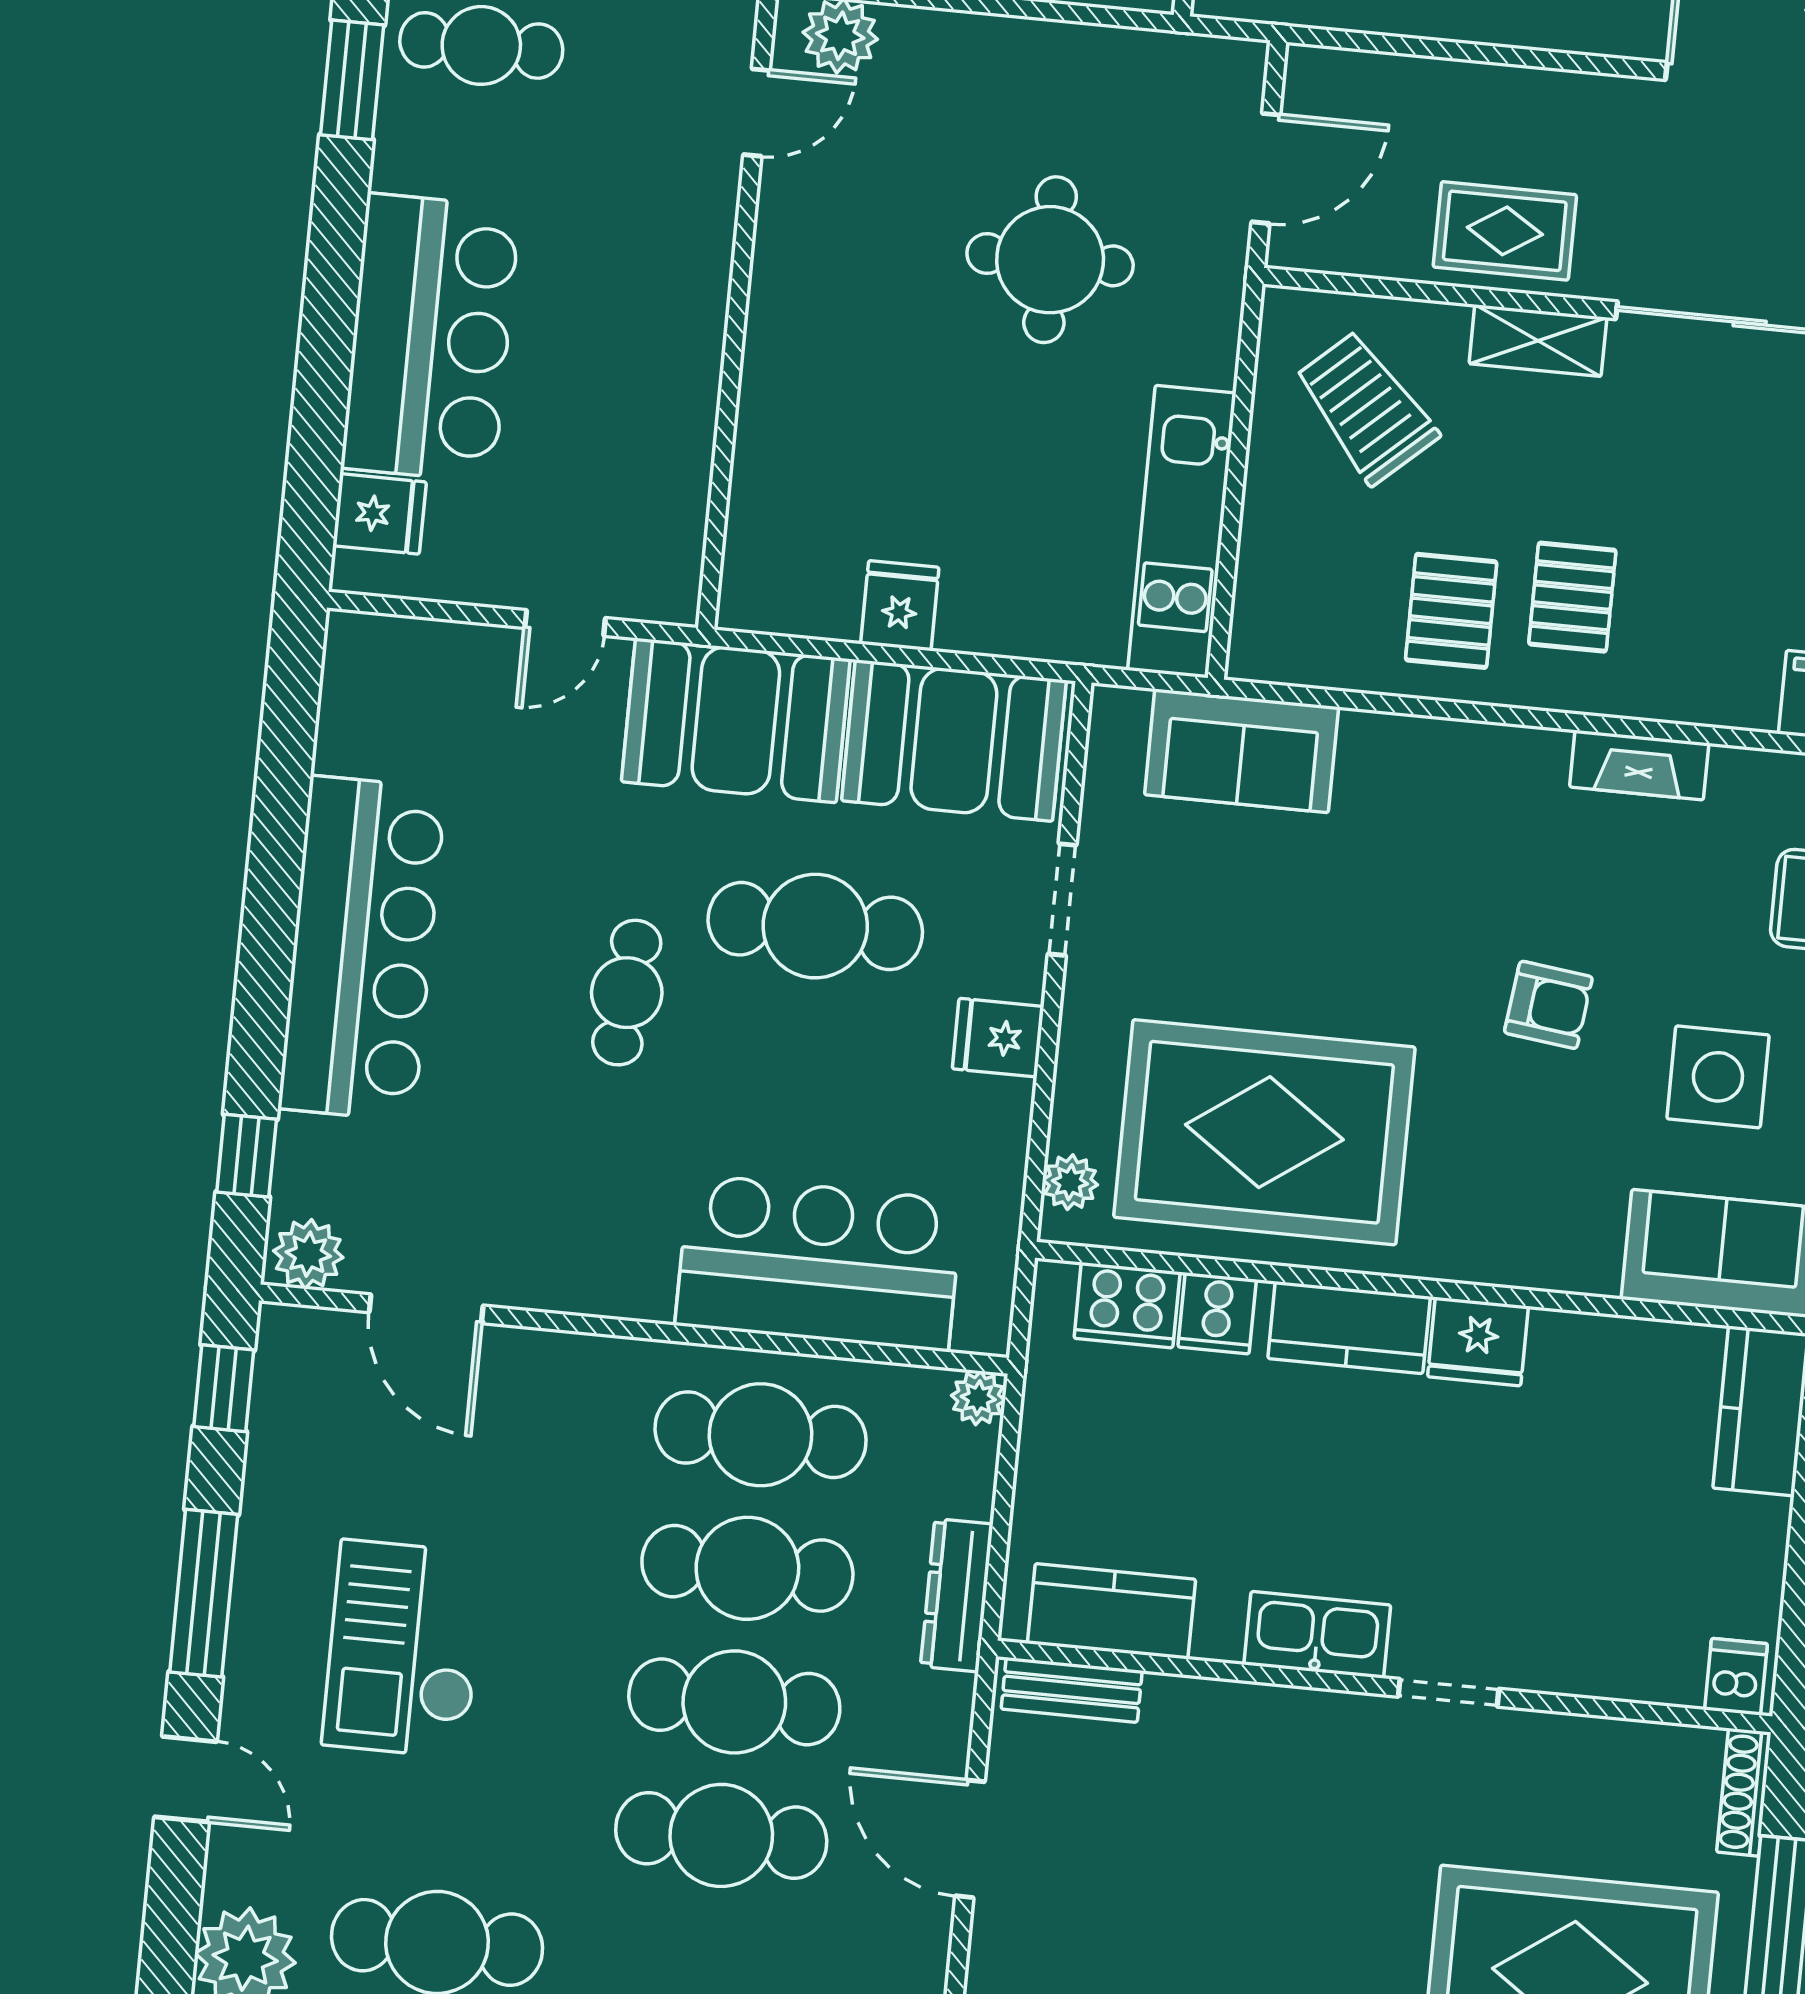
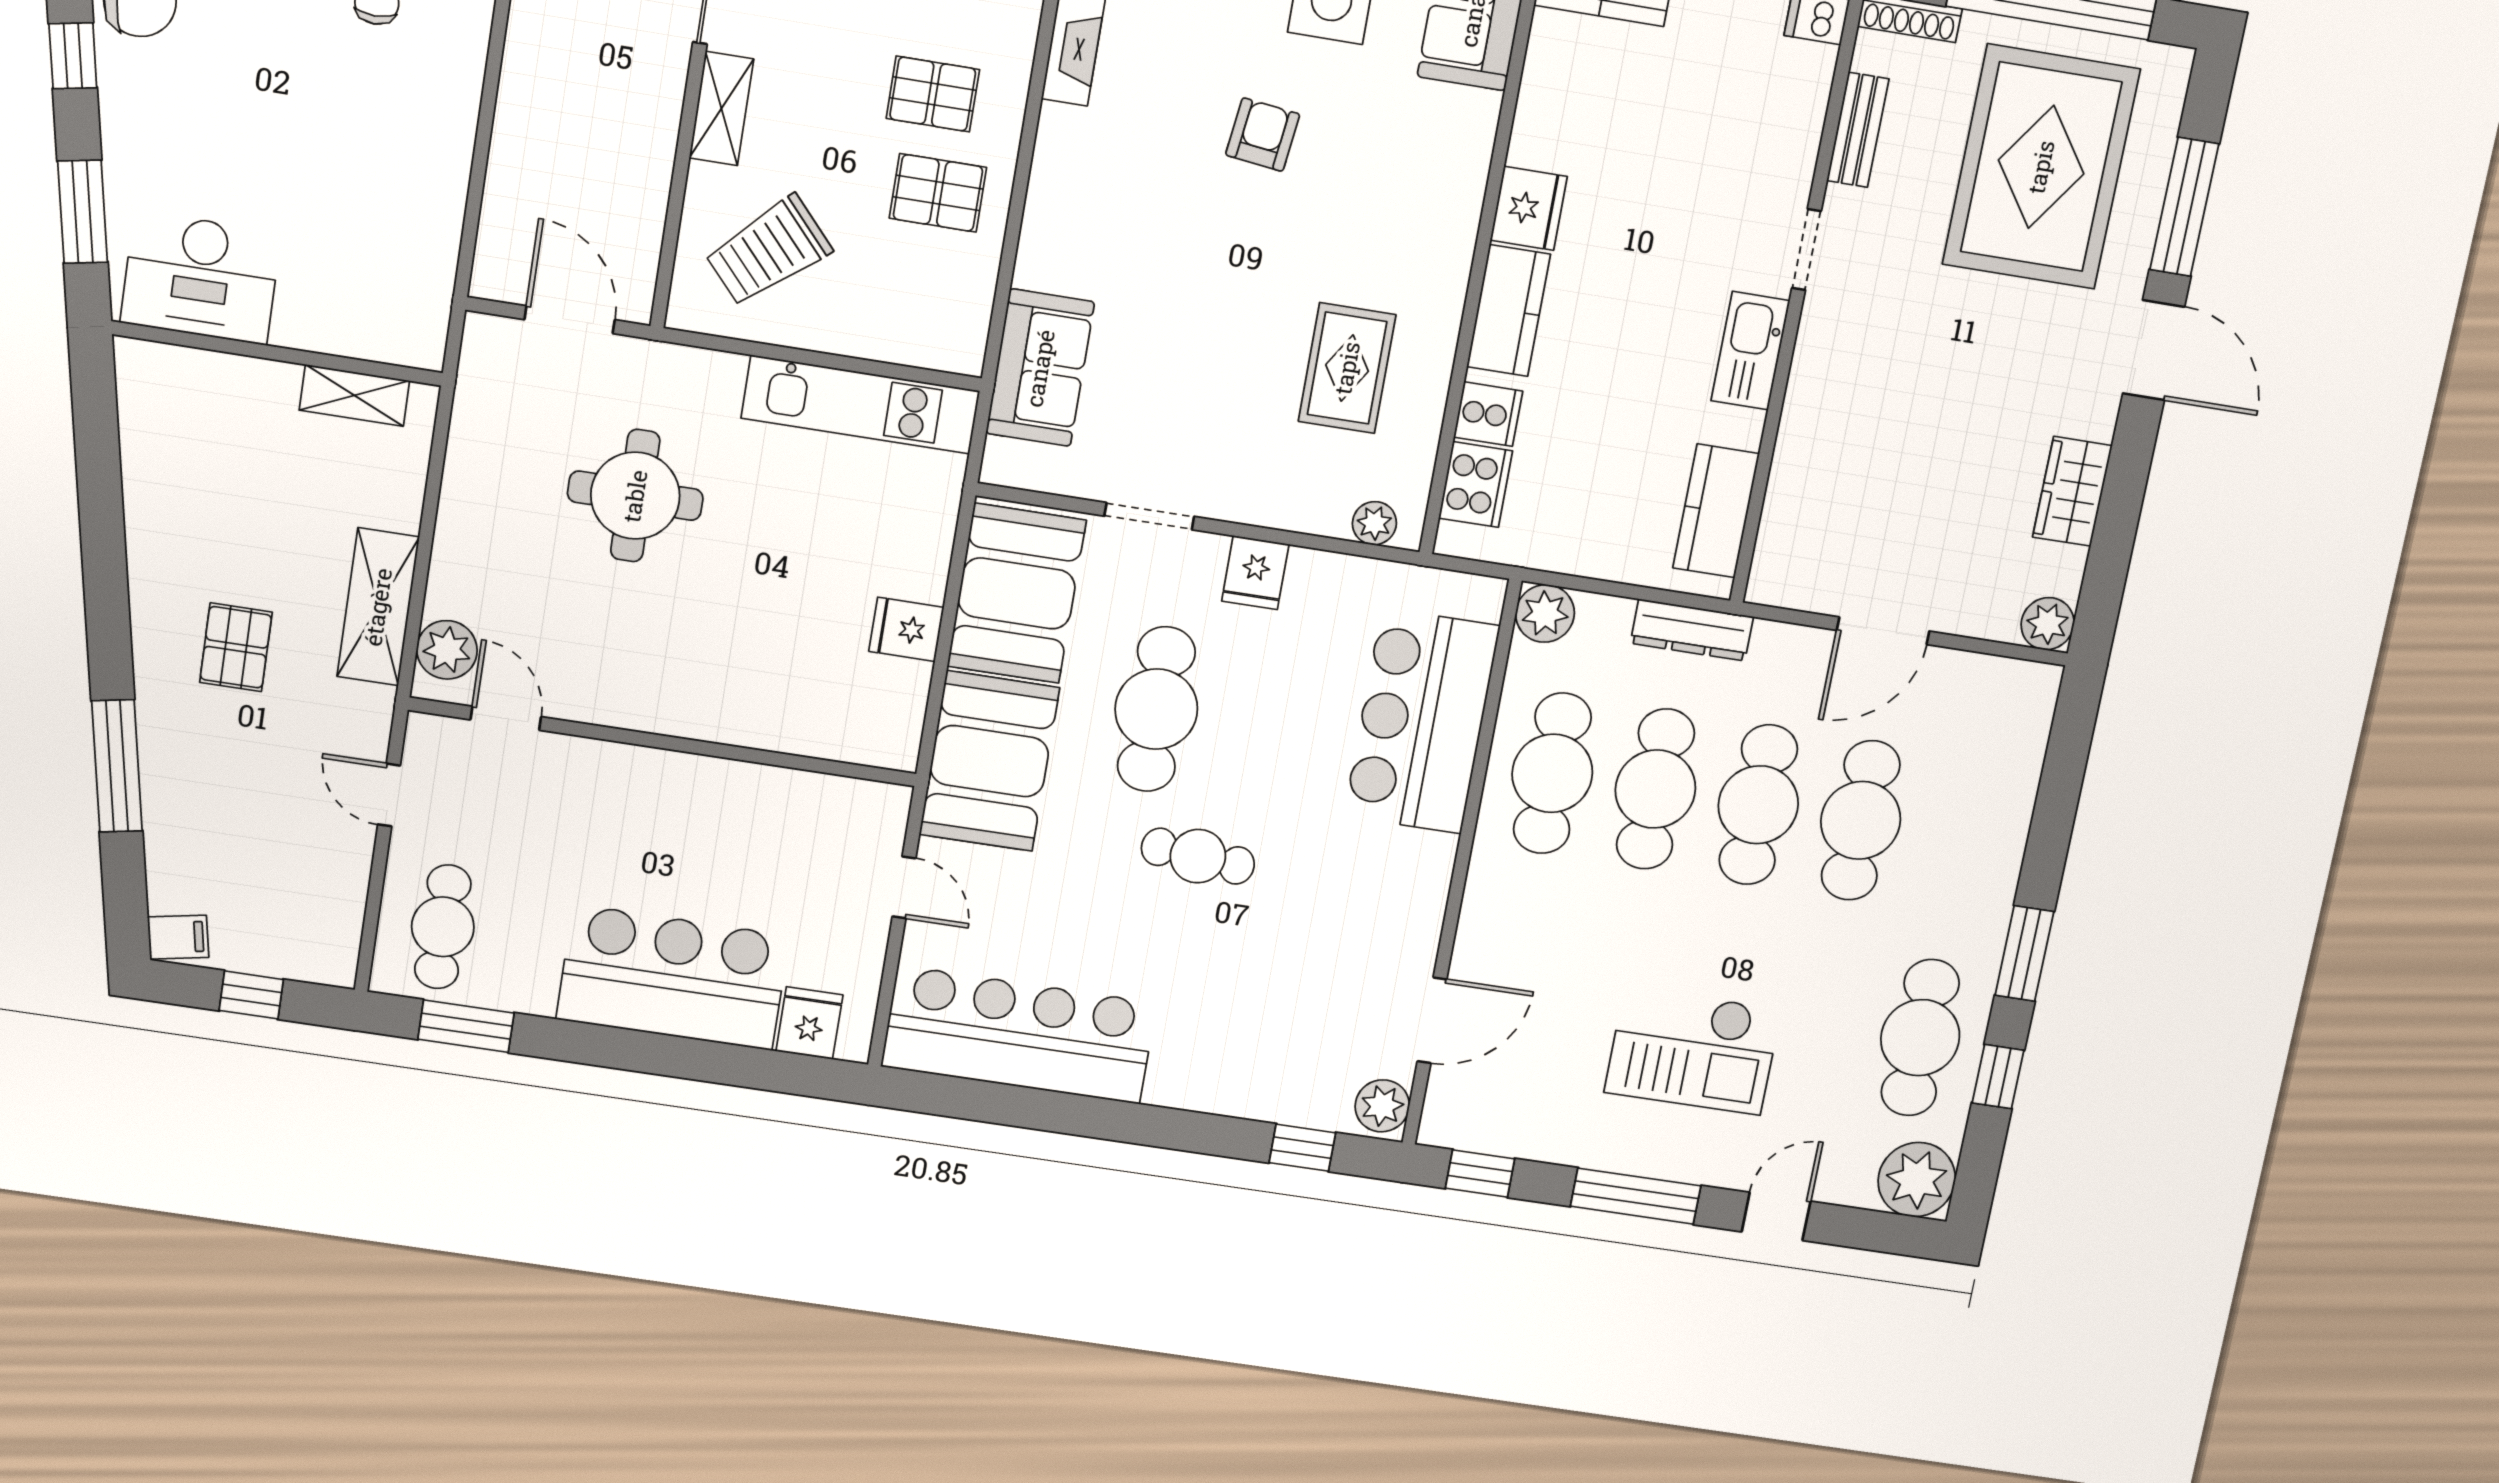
rug: (1505, 231) -> (630, 130), removed
bar counter: (362, 948) -> (1019, 1035), moved
rug: (1264, 1132) -> (1347, 368), width x0.54, depth x0.49
plant: (978, 1398) -> (1545, 613), width x1.38, depth x1.38
bench: (1072, 1690) -> (1858, 130), moved

